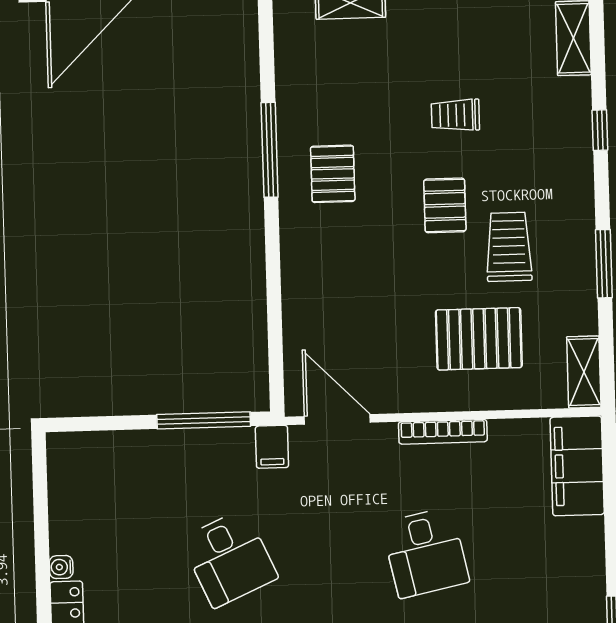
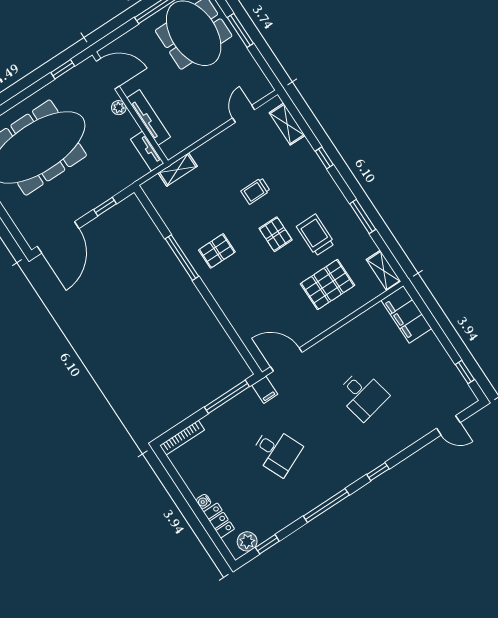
pallet: (333, 174) -> (217, 251), turned 90
bookcase: (443, 432) -> (182, 438), moved

